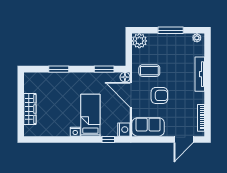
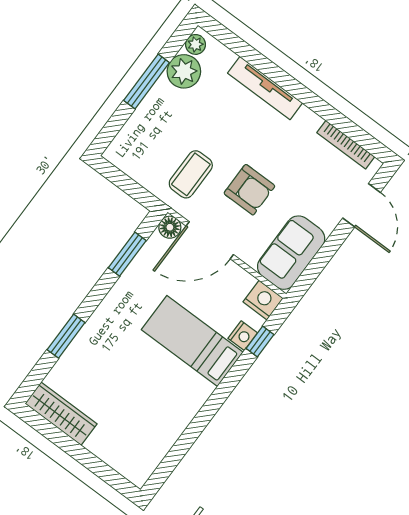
plant: (139, 41) -> (184, 71), moved
armchair: (159, 95) -> (249, 190), turned 90
wardrobe: (30, 109) -> (61, 414), moved
nightstand: (75, 132) -> (243, 336), moved

